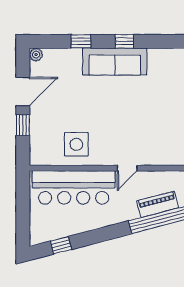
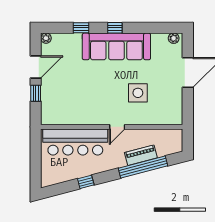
sofa: (115, 61) -> (116, 46), width x1.36, depth x1.27
side table: (76, 144) -> (138, 93), moved
window: (61, 245) -> (86, 182), moved

